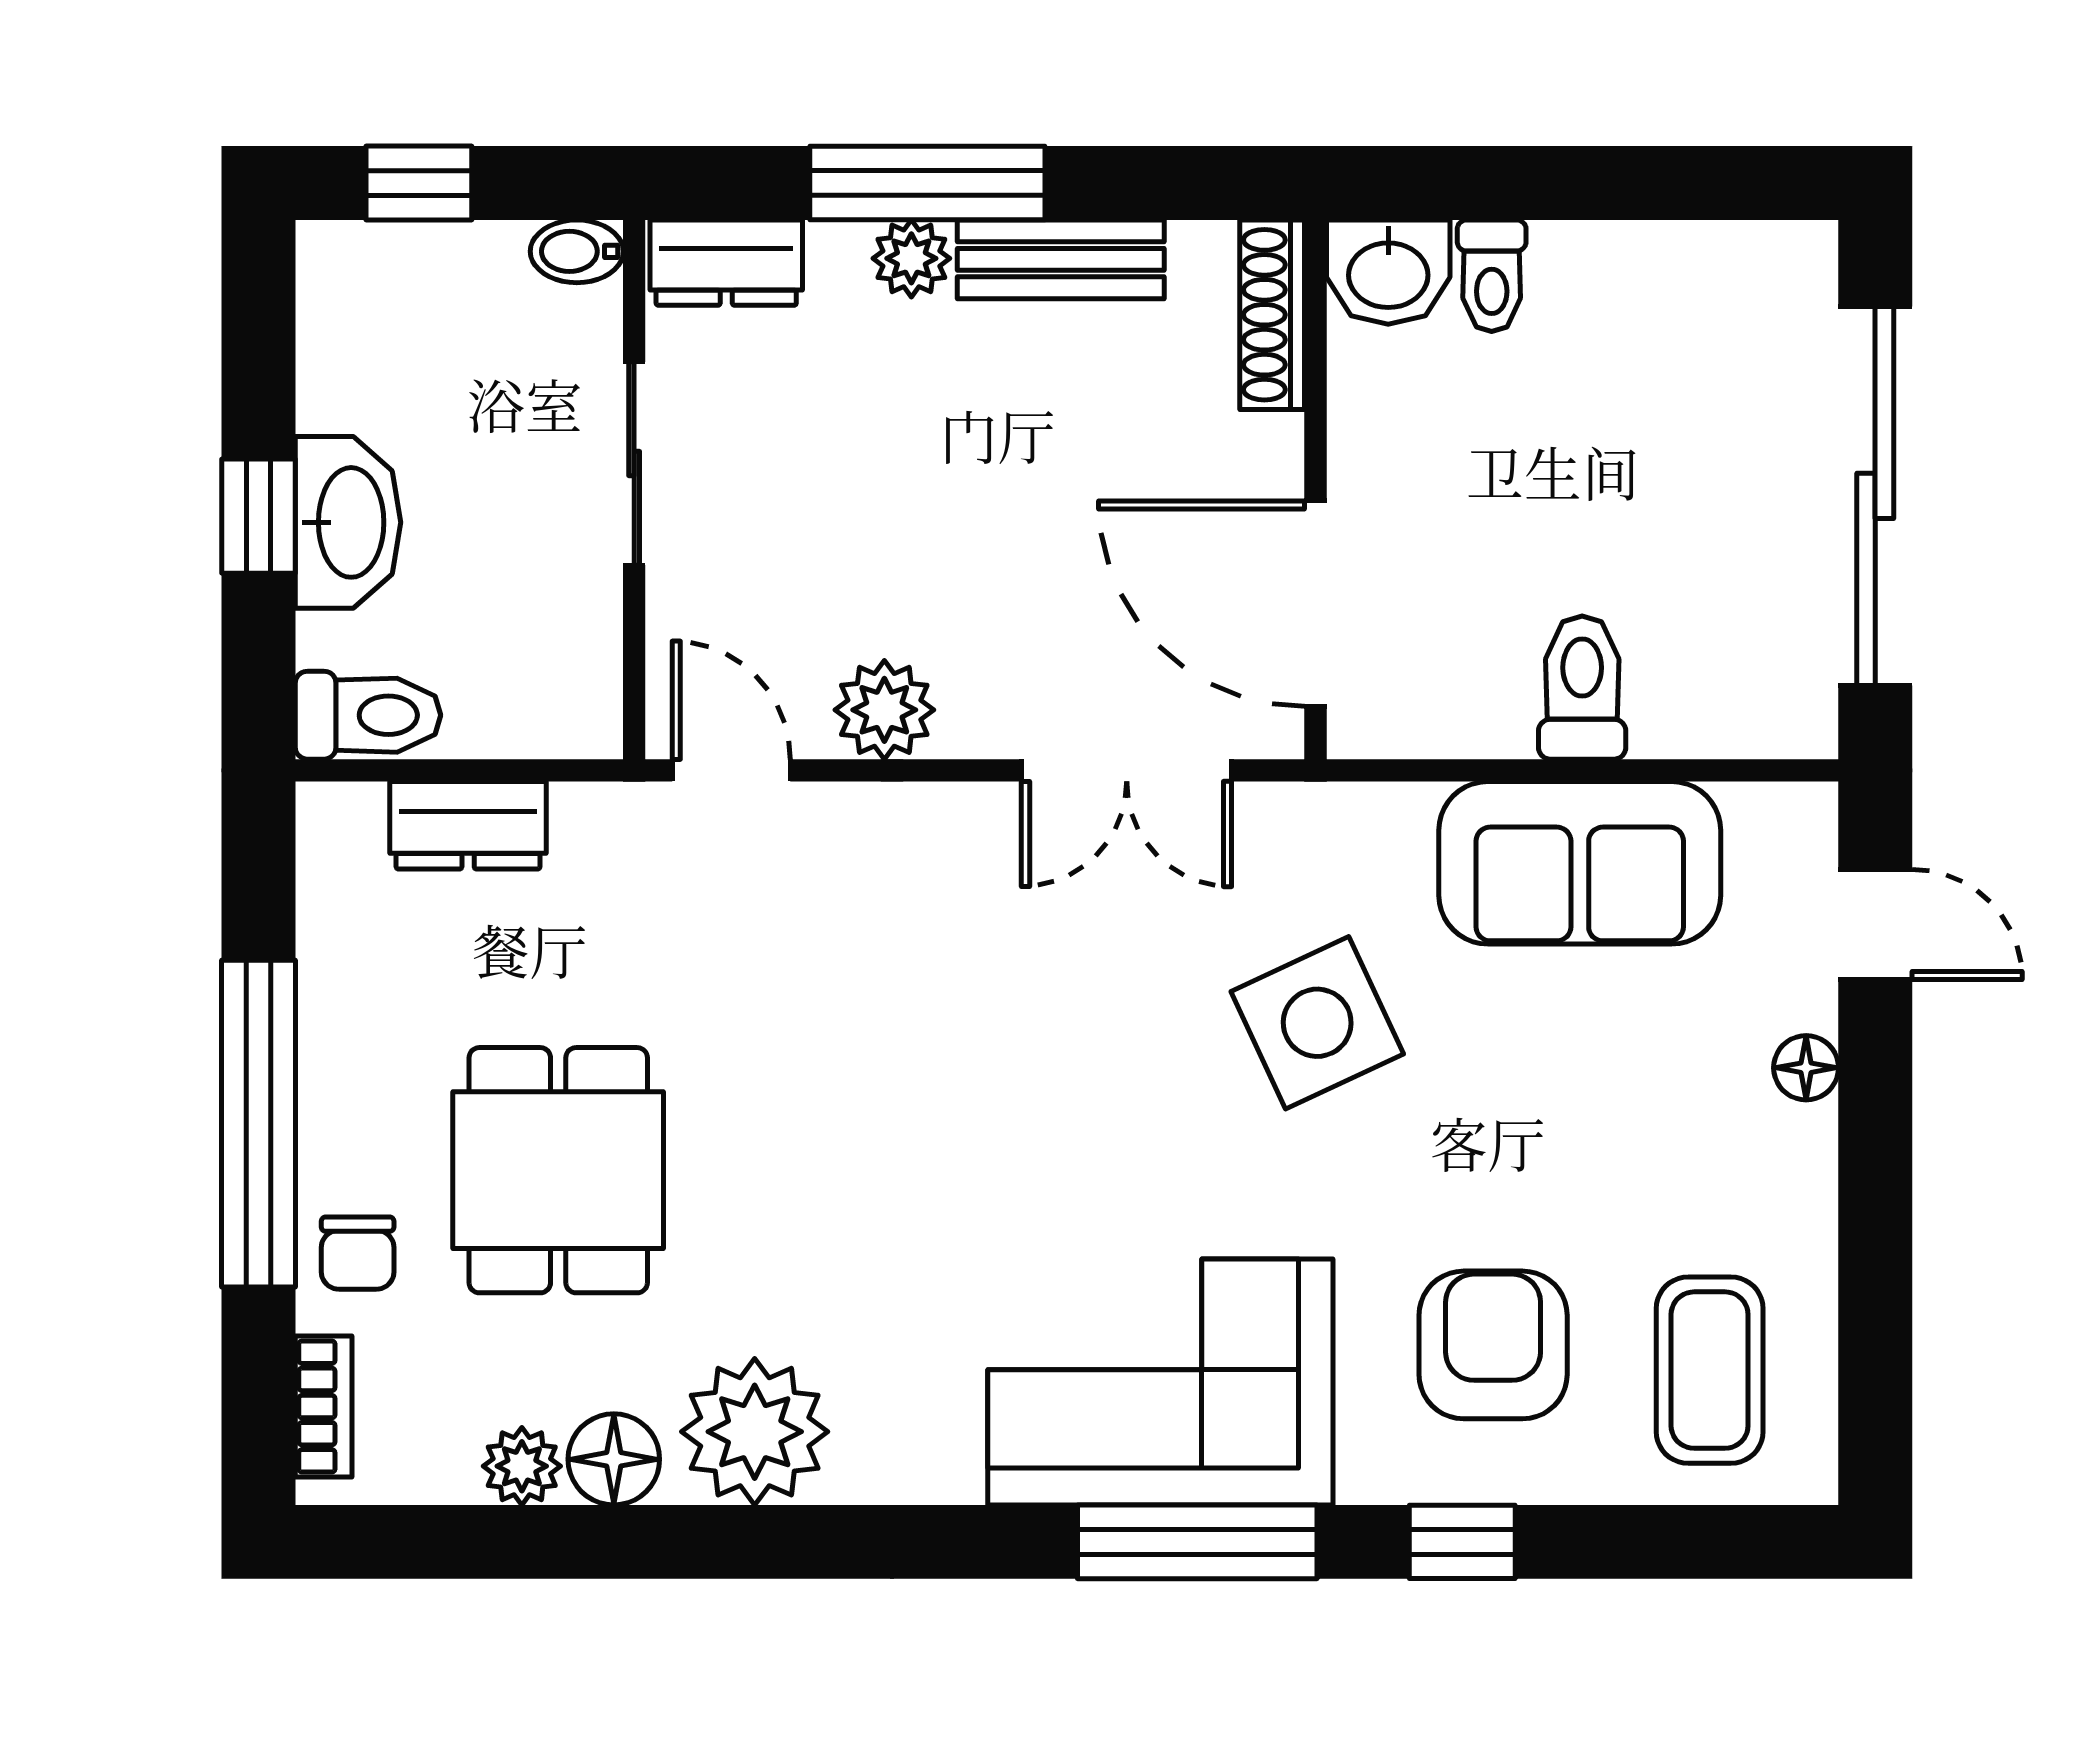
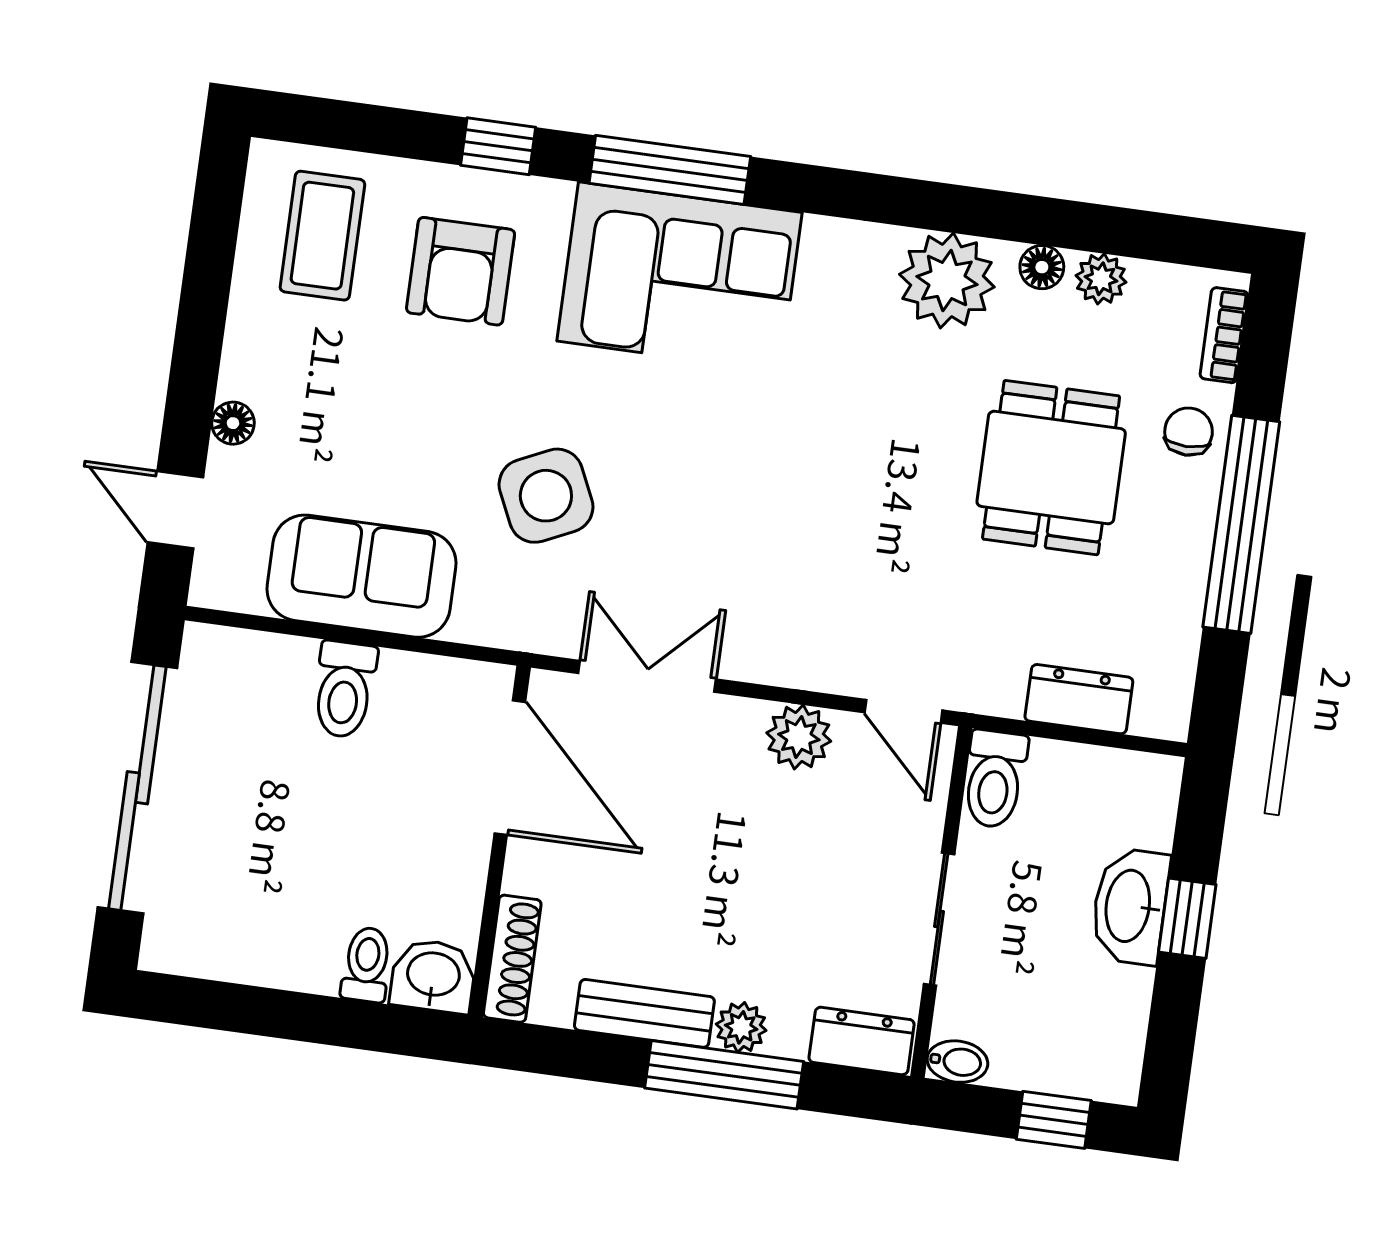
toilet: (368, 715) -> (995, 779), moved, turned -90
floor lamp: (614, 1459) -> (1042, 267), width x0.73, depth x0.73

